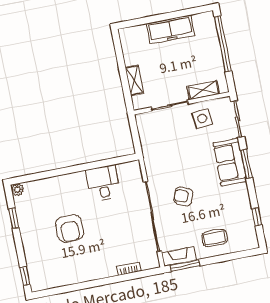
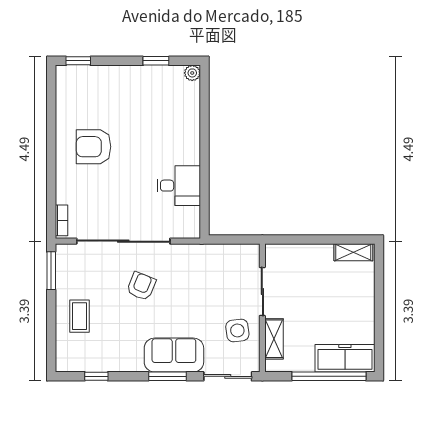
freezer: (170, 29) -> (345, 358), moved, turned 90
shelving: (134, 80) -> (353, 252), moved
armchair: (70, 228) -> (94, 147), moved
fireplace: (179, 256) -> (65, 265), removed
bookcase: (129, 269) -> (61, 220), moved

